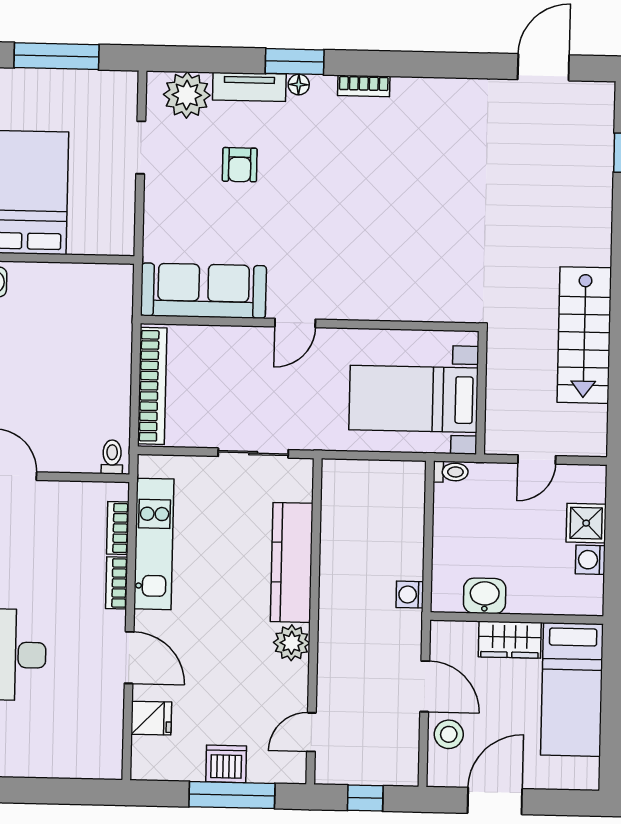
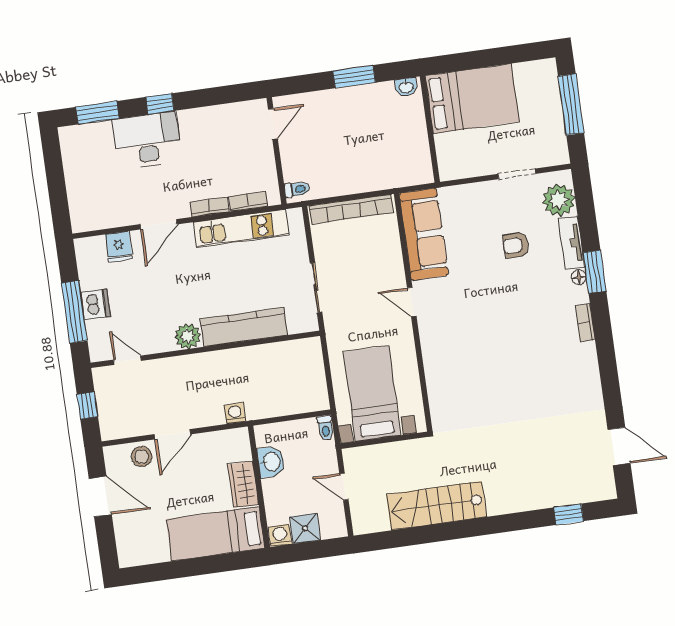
washbasin: (485, 596) -> (271, 462), moved
wall: (517, 618) -> (259, 487), moved
wardrobe: (510, 640) -> (243, 484), moved
bed: (572, 690) -> (216, 534), moved

